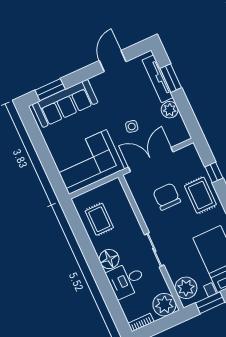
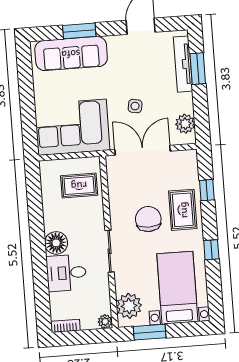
window: (50, 90) -> (79, 31), moved
plant: (170, 110) -> (185, 124), moved
chair: (167, 197) -> (148, 219), moved
rug: (99, 219) -> (79, 186), moved, turned 90
plant: (164, 305) -> (105, 321), width x0.53, depth x0.53

